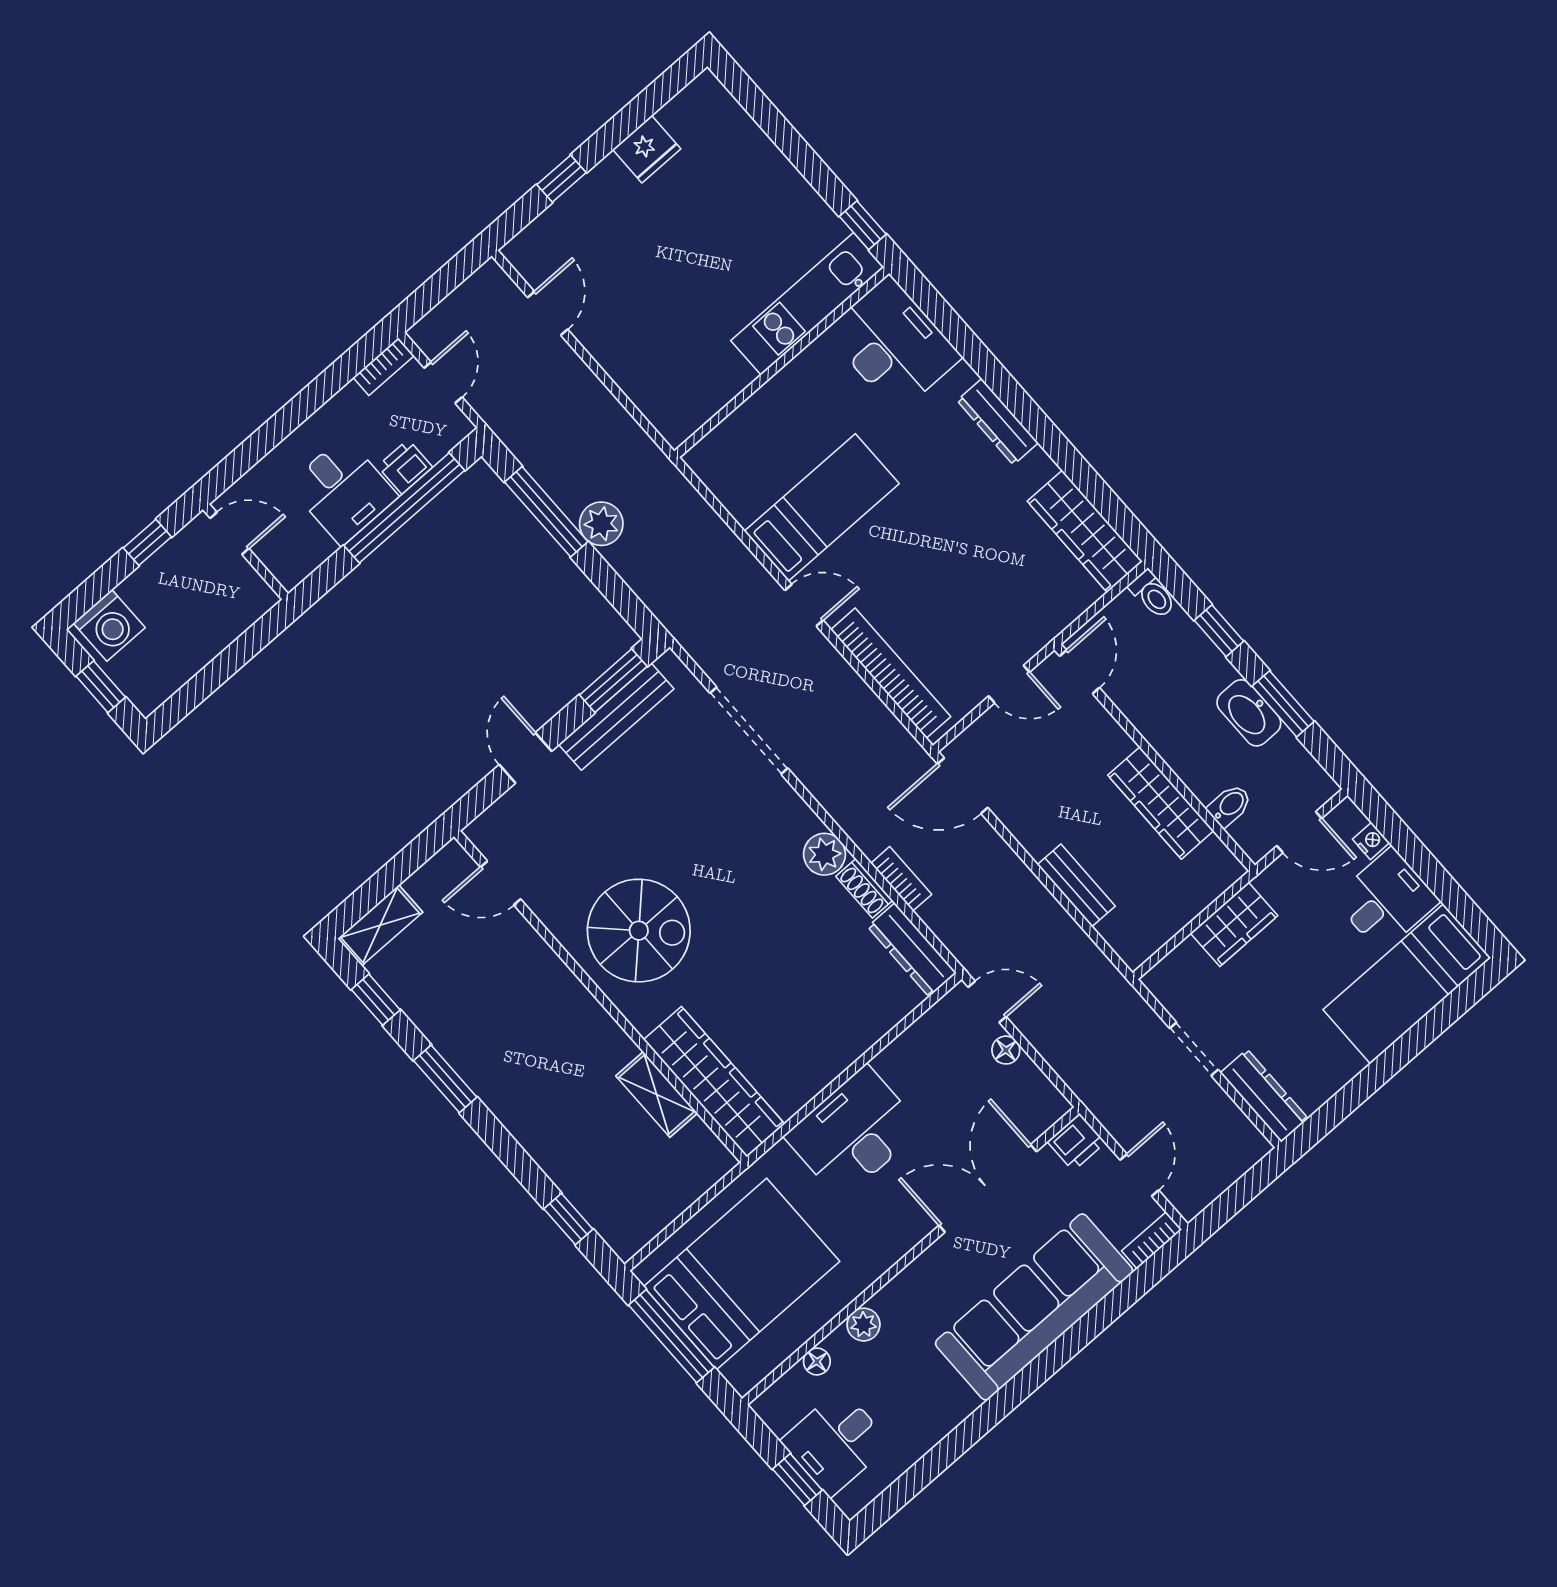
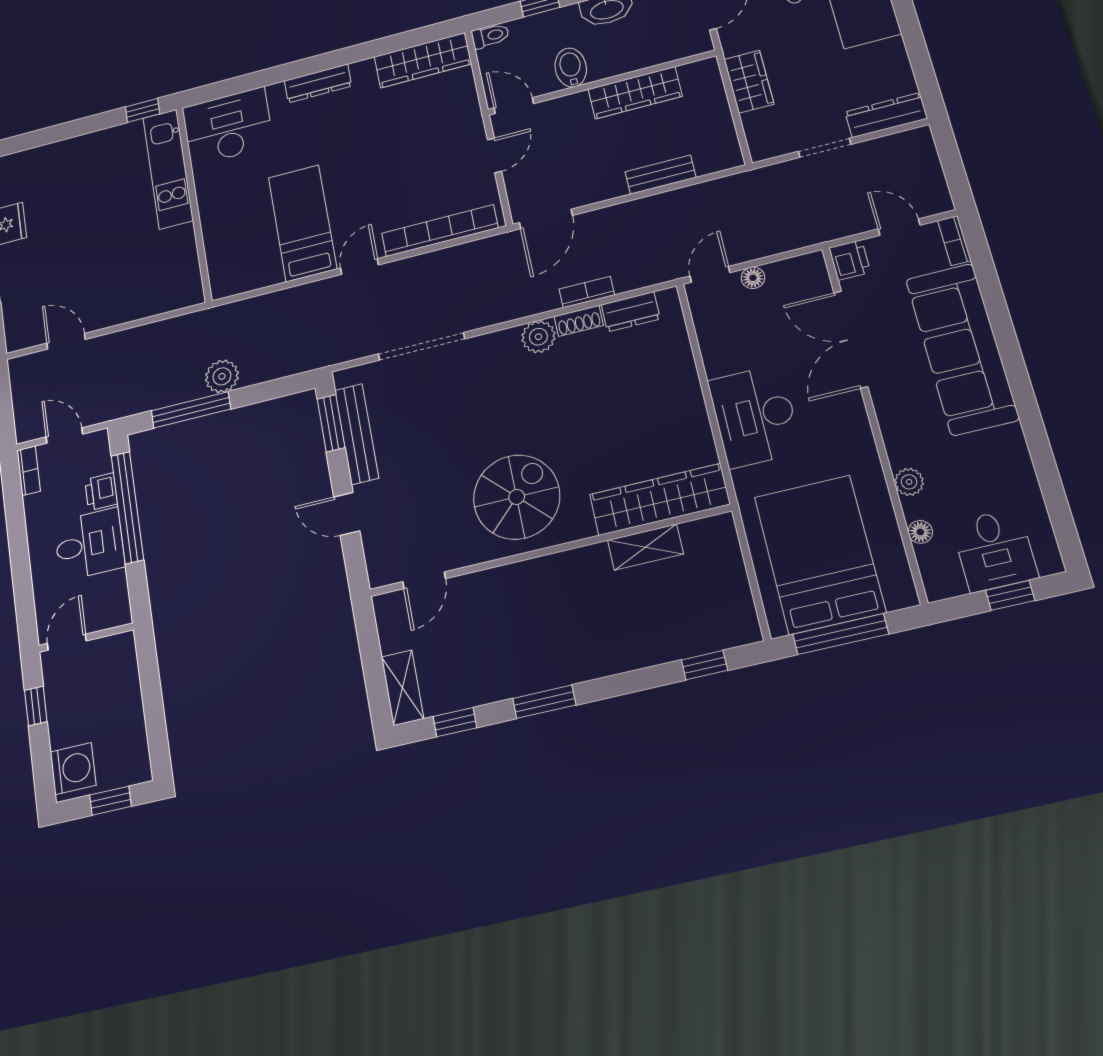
bidet: (1230, 805) -> (571, 68), moved, width x1.38, depth x1.36
dresser: (912, 950) -> (631, 312), width x0.70

